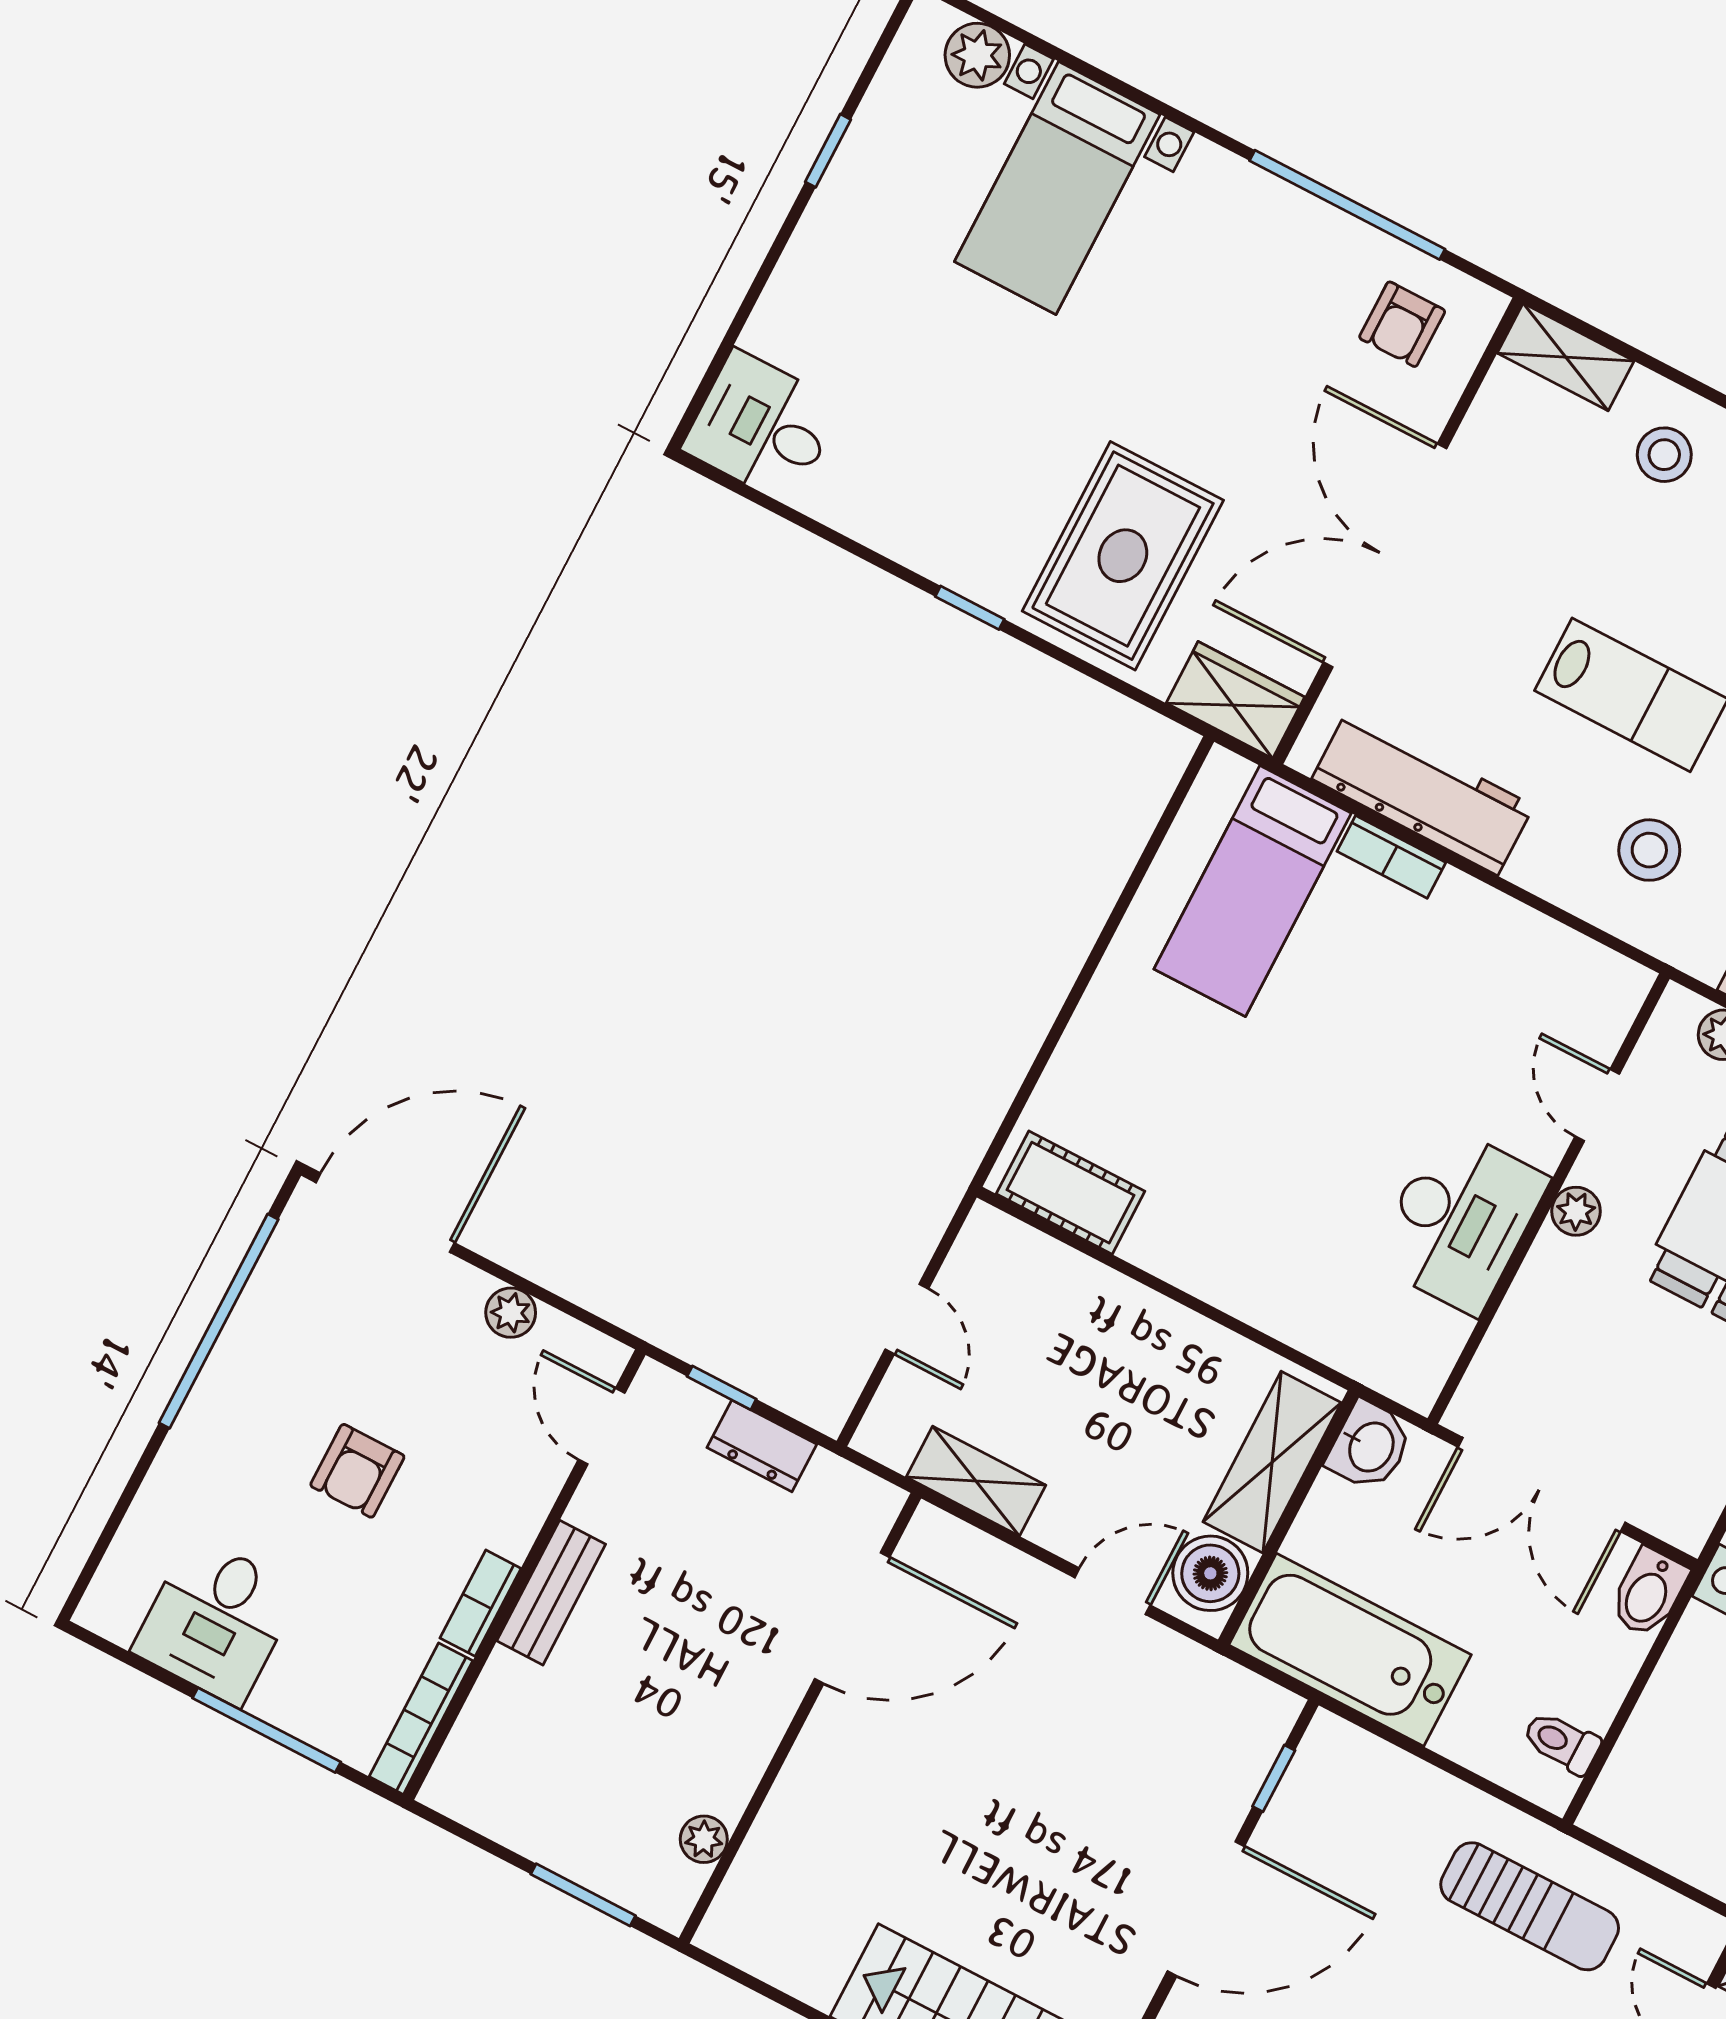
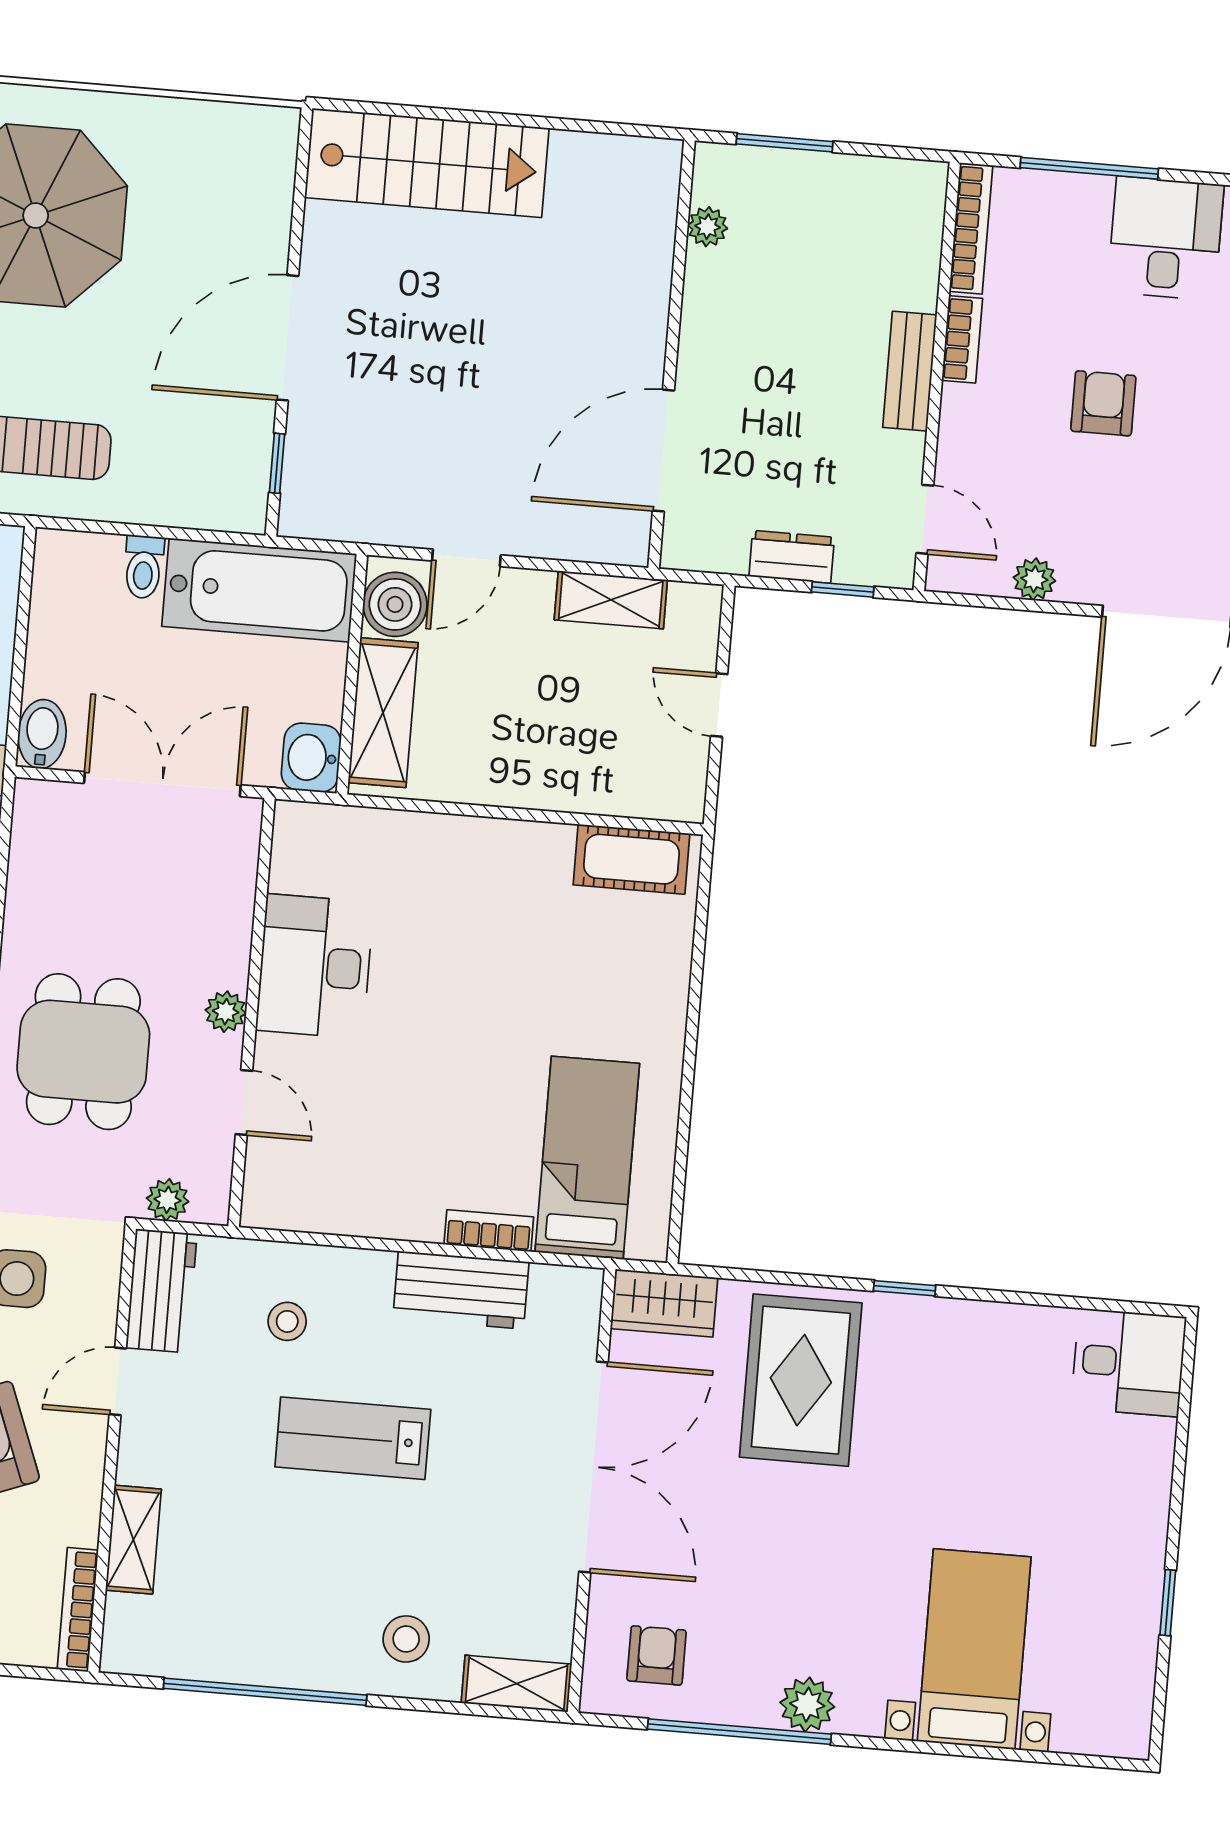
plant: (977, 55) -> (807, 1705), moved
workbench: (1423, 792) -> (461, 1290), width x0.73
stool: (1649, 850) -> (287, 1321), width x0.73, depth x0.73
toilet: (1562, 1742) -> (144, 567), moved, turned 90

